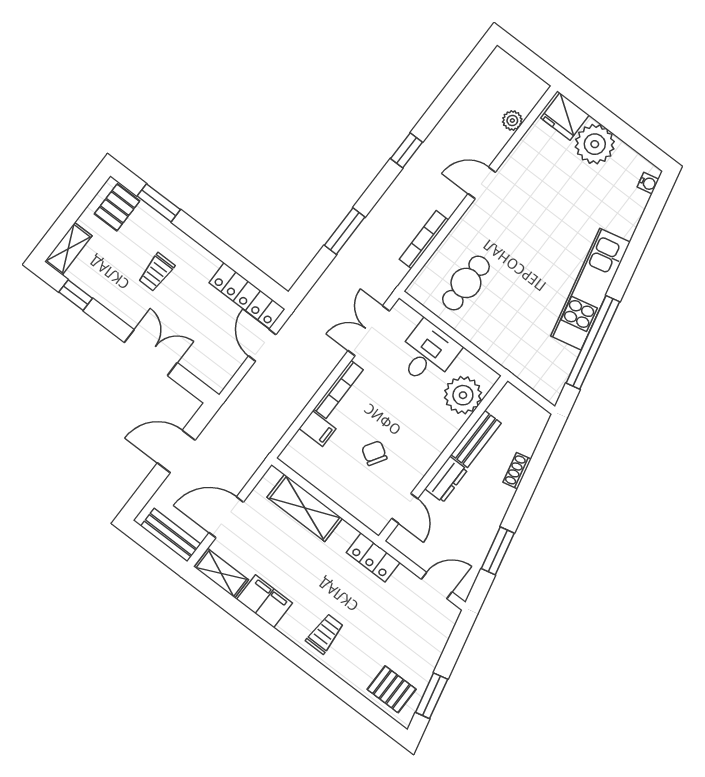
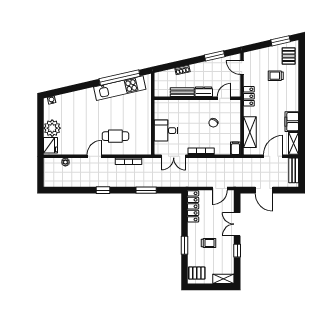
door: (482, 183) -> (94, 156), swing flipped
window: (159, 203) -> (185, 245), moved
cafe table: (466, 283) -> (115, 136), moved
kitchen unit: (590, 289) -> (120, 88), moved
window: (76, 295) -> (237, 251), moved
door: (262, 345) -> (220, 188), moved
plant: (463, 395) -> (171, 108), removed
filing cabinet: (318, 429) -> (235, 148), moved
door: (226, 517) -> (273, 156), swing flipped
trolley: (325, 634) -> (276, 76), moved

